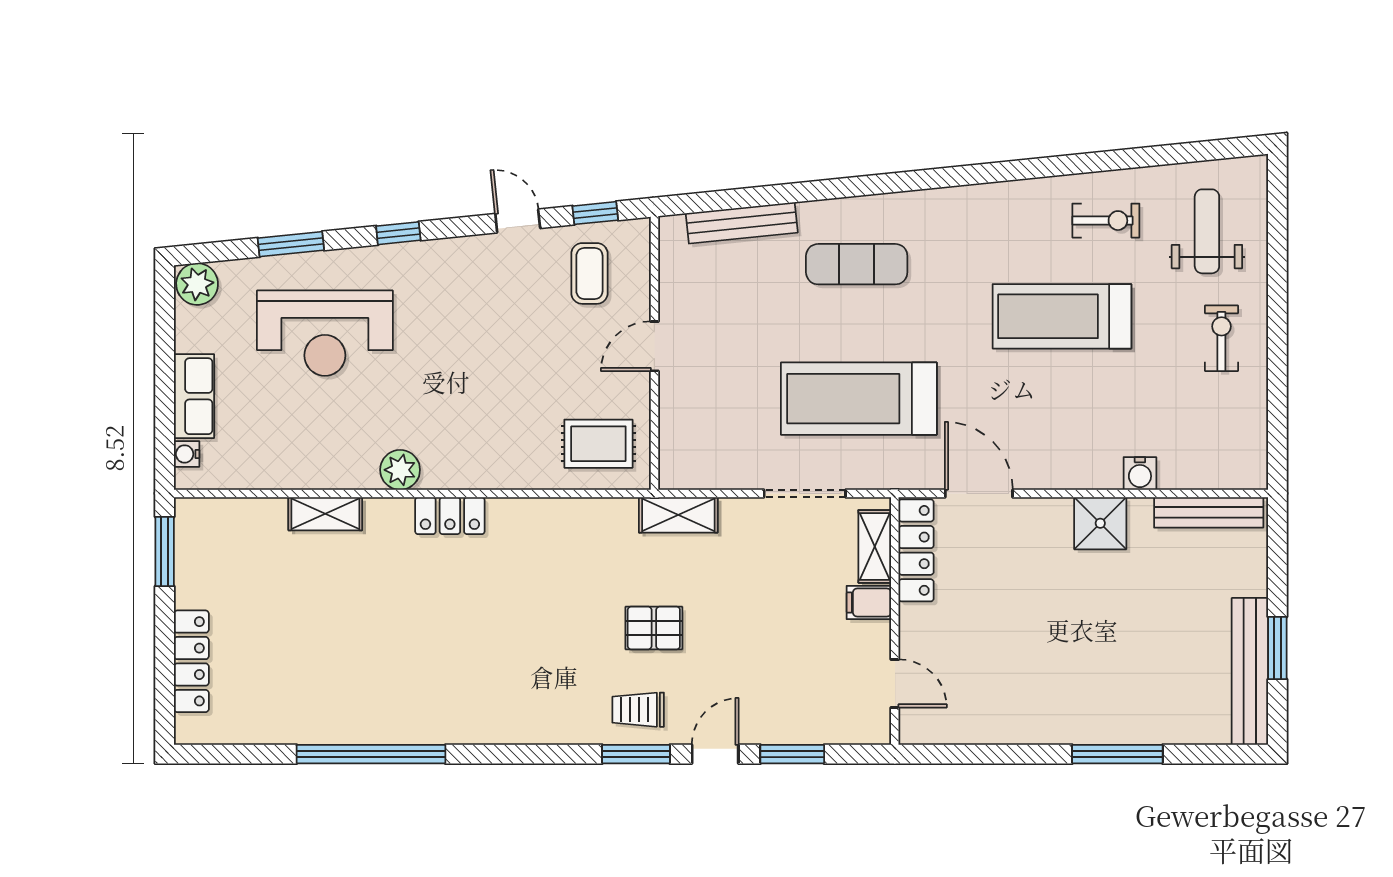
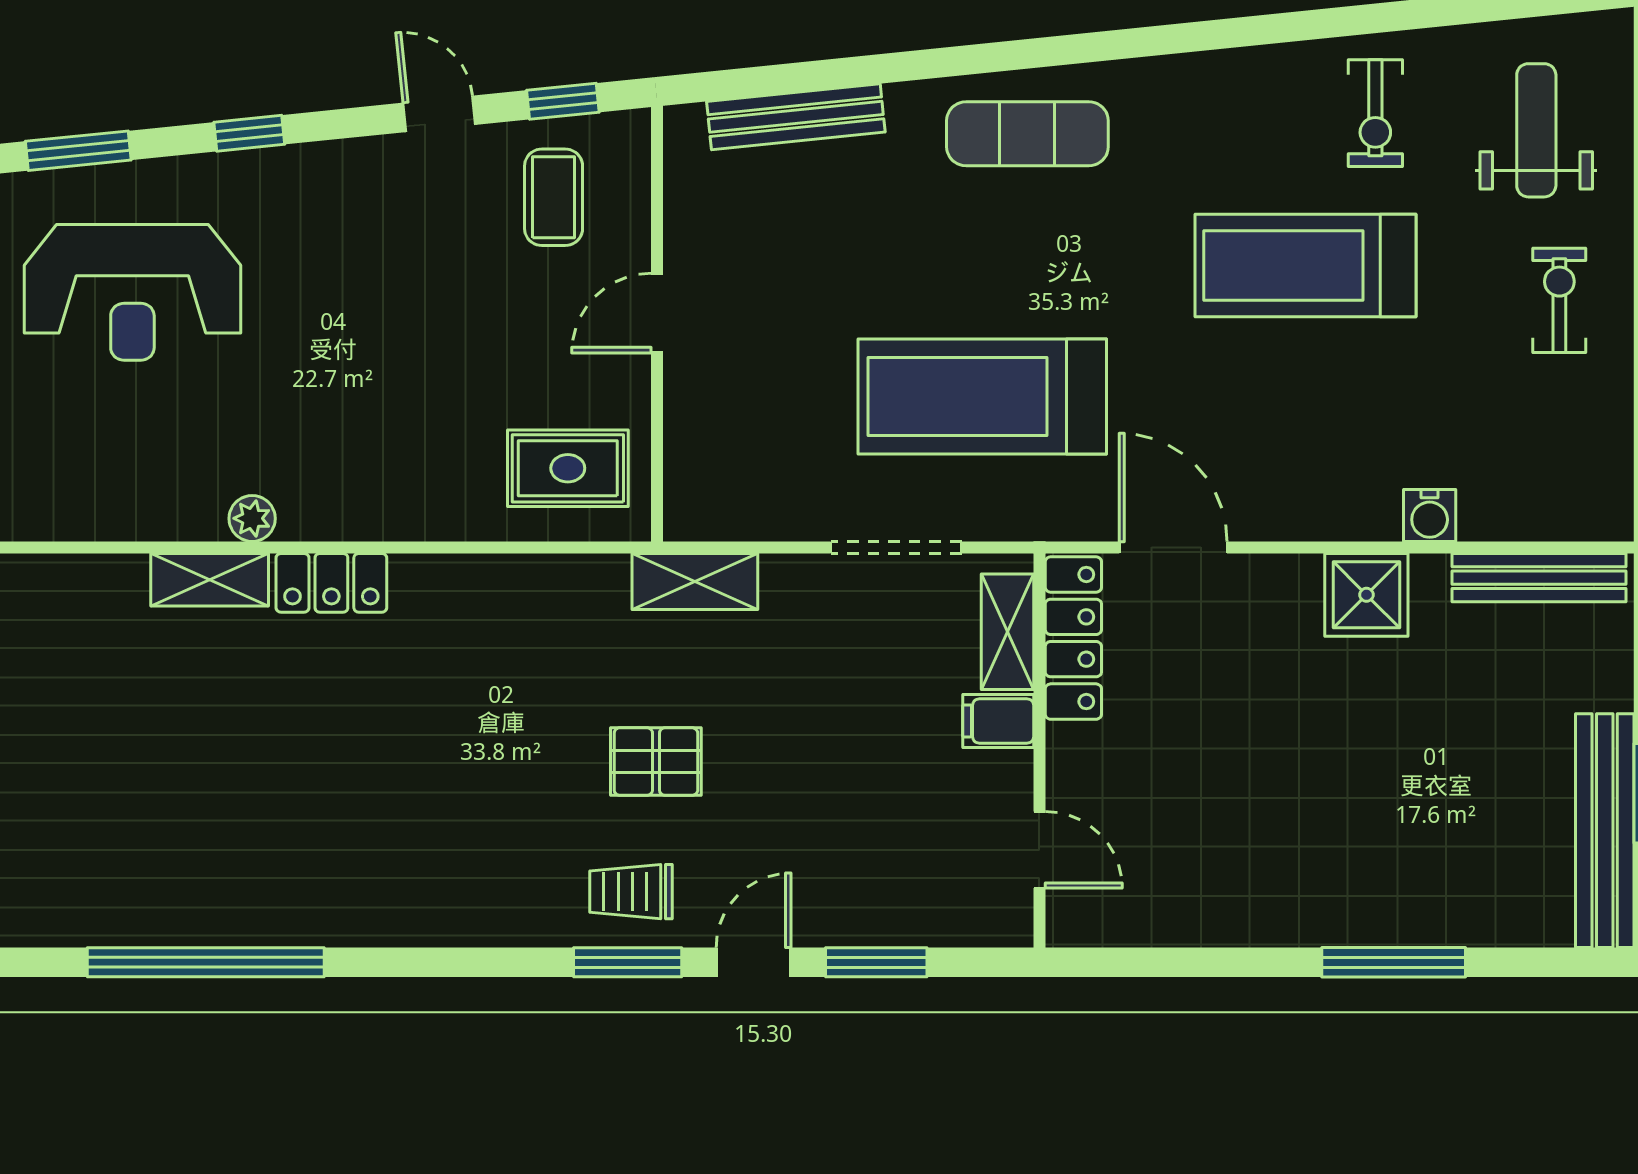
exercise bike: (1106, 221) -> (1375, 113), turned 90
exercise mat: (857, 264) -> (1027, 134), moved
plant: (400, 470) -> (252, 518), width x0.73, depth x0.73
shelving: (325, 514) -> (210, 580), moved

